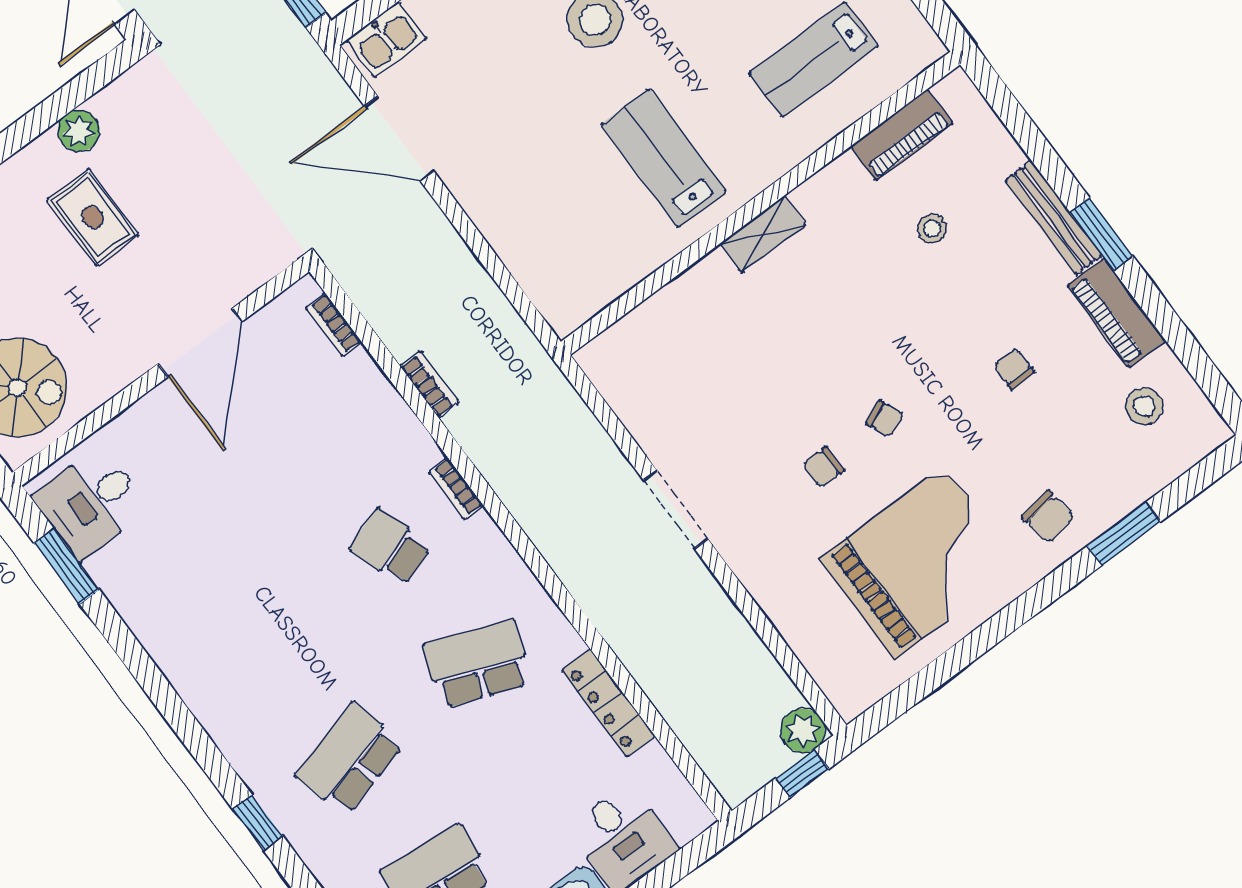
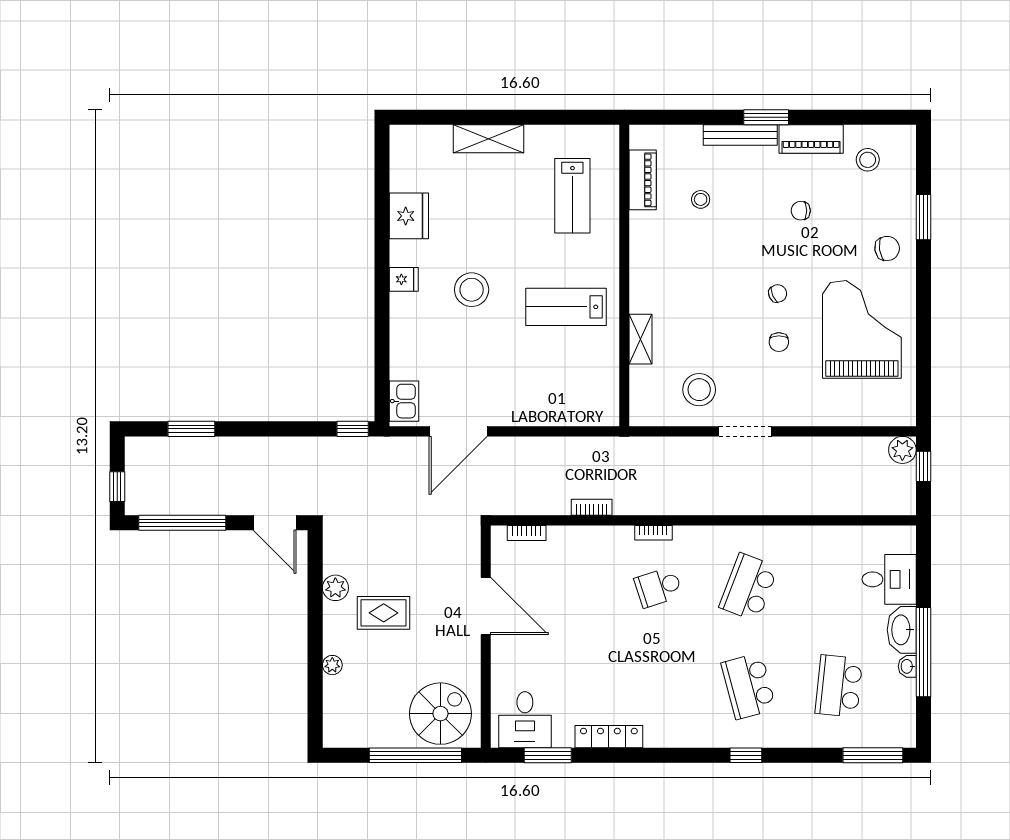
shelving: (763, 234) -> (641, 339), moved
stool: (685, 410) -> (699, 390), added
locker: (608, 703) -> (609, 737), moved, turned 180

